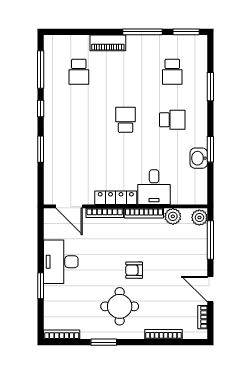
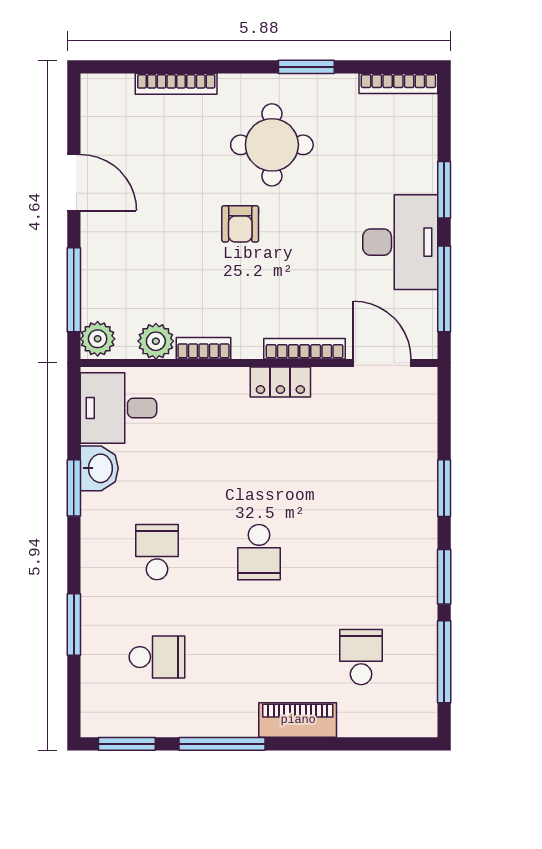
school desk: (172, 72) -> (157, 657), turned 90
window: (41, 108) -> (444, 577), width x1.50
school desk: (172, 120) -> (157, 552), turned 90
desk: (154, 187) -> (118, 408), moved, turned -90
locker: (116, 198) -> (280, 382), width x0.66
bookcase: (144, 213) -> (204, 348), width x0.64
window: (41, 240) -> (444, 289), added
armchair: (134, 270) -> (240, 224), turned 90
bookcase: (203, 317) -> (91, 121), removed

